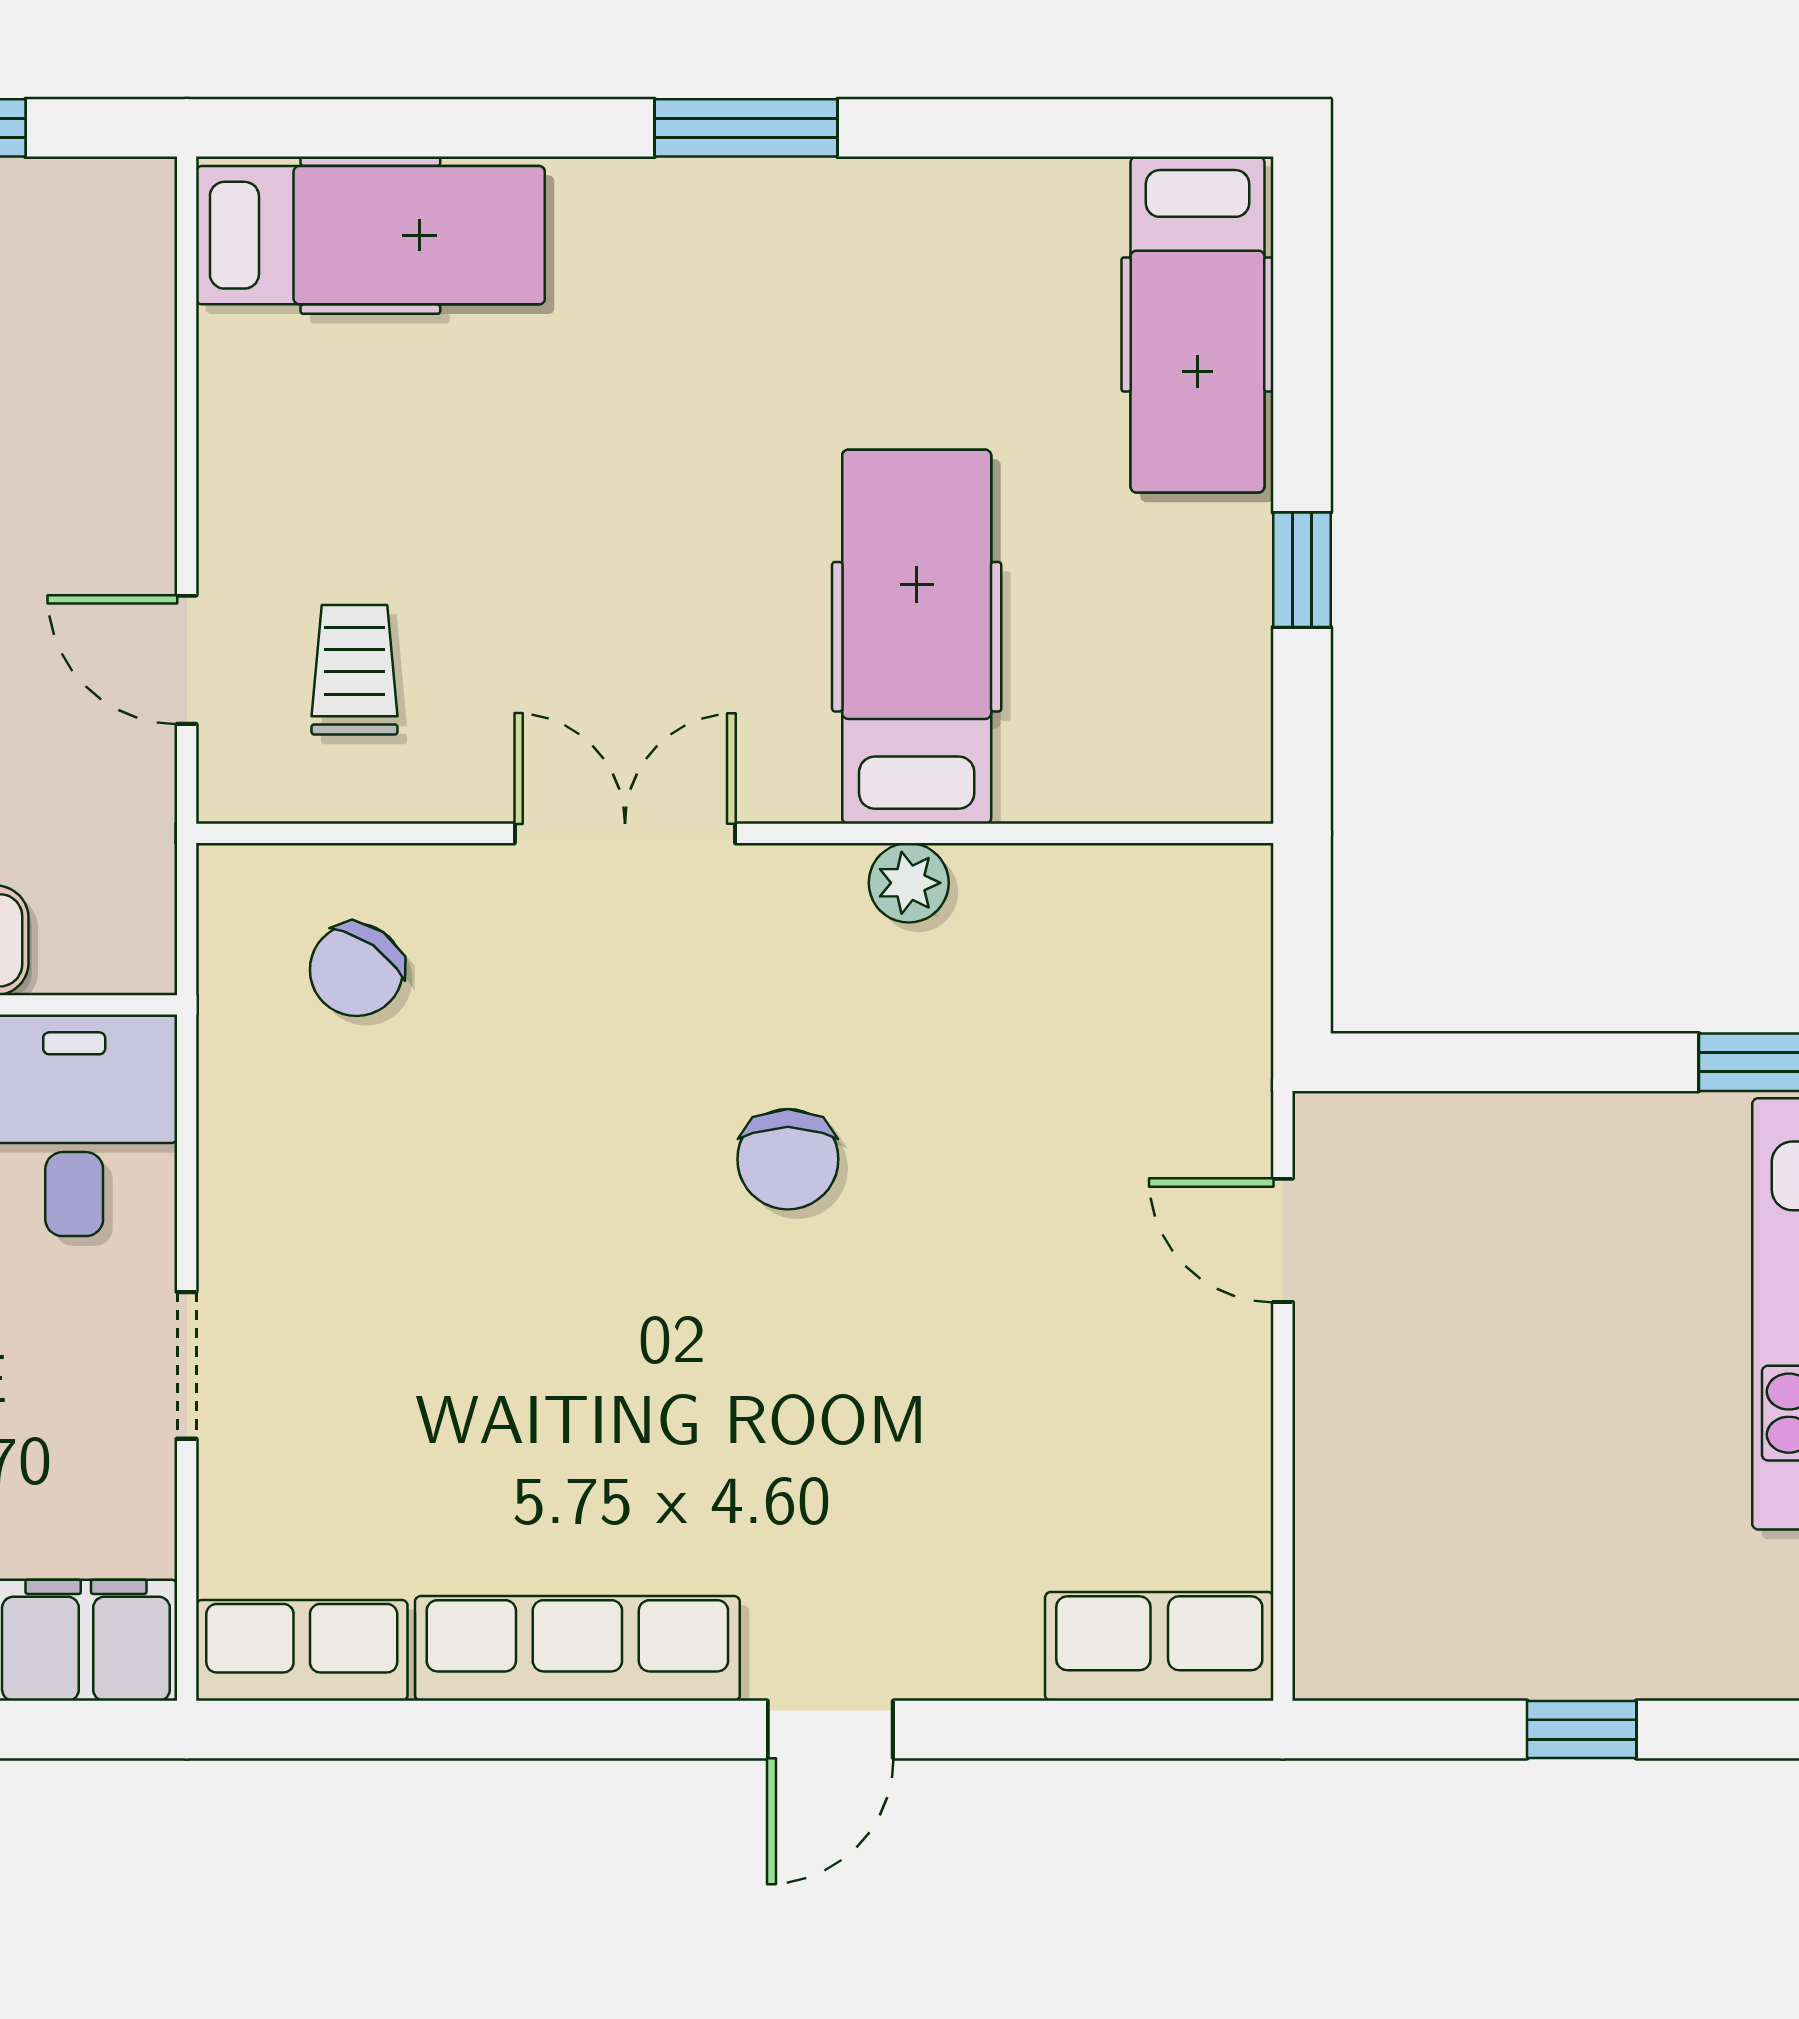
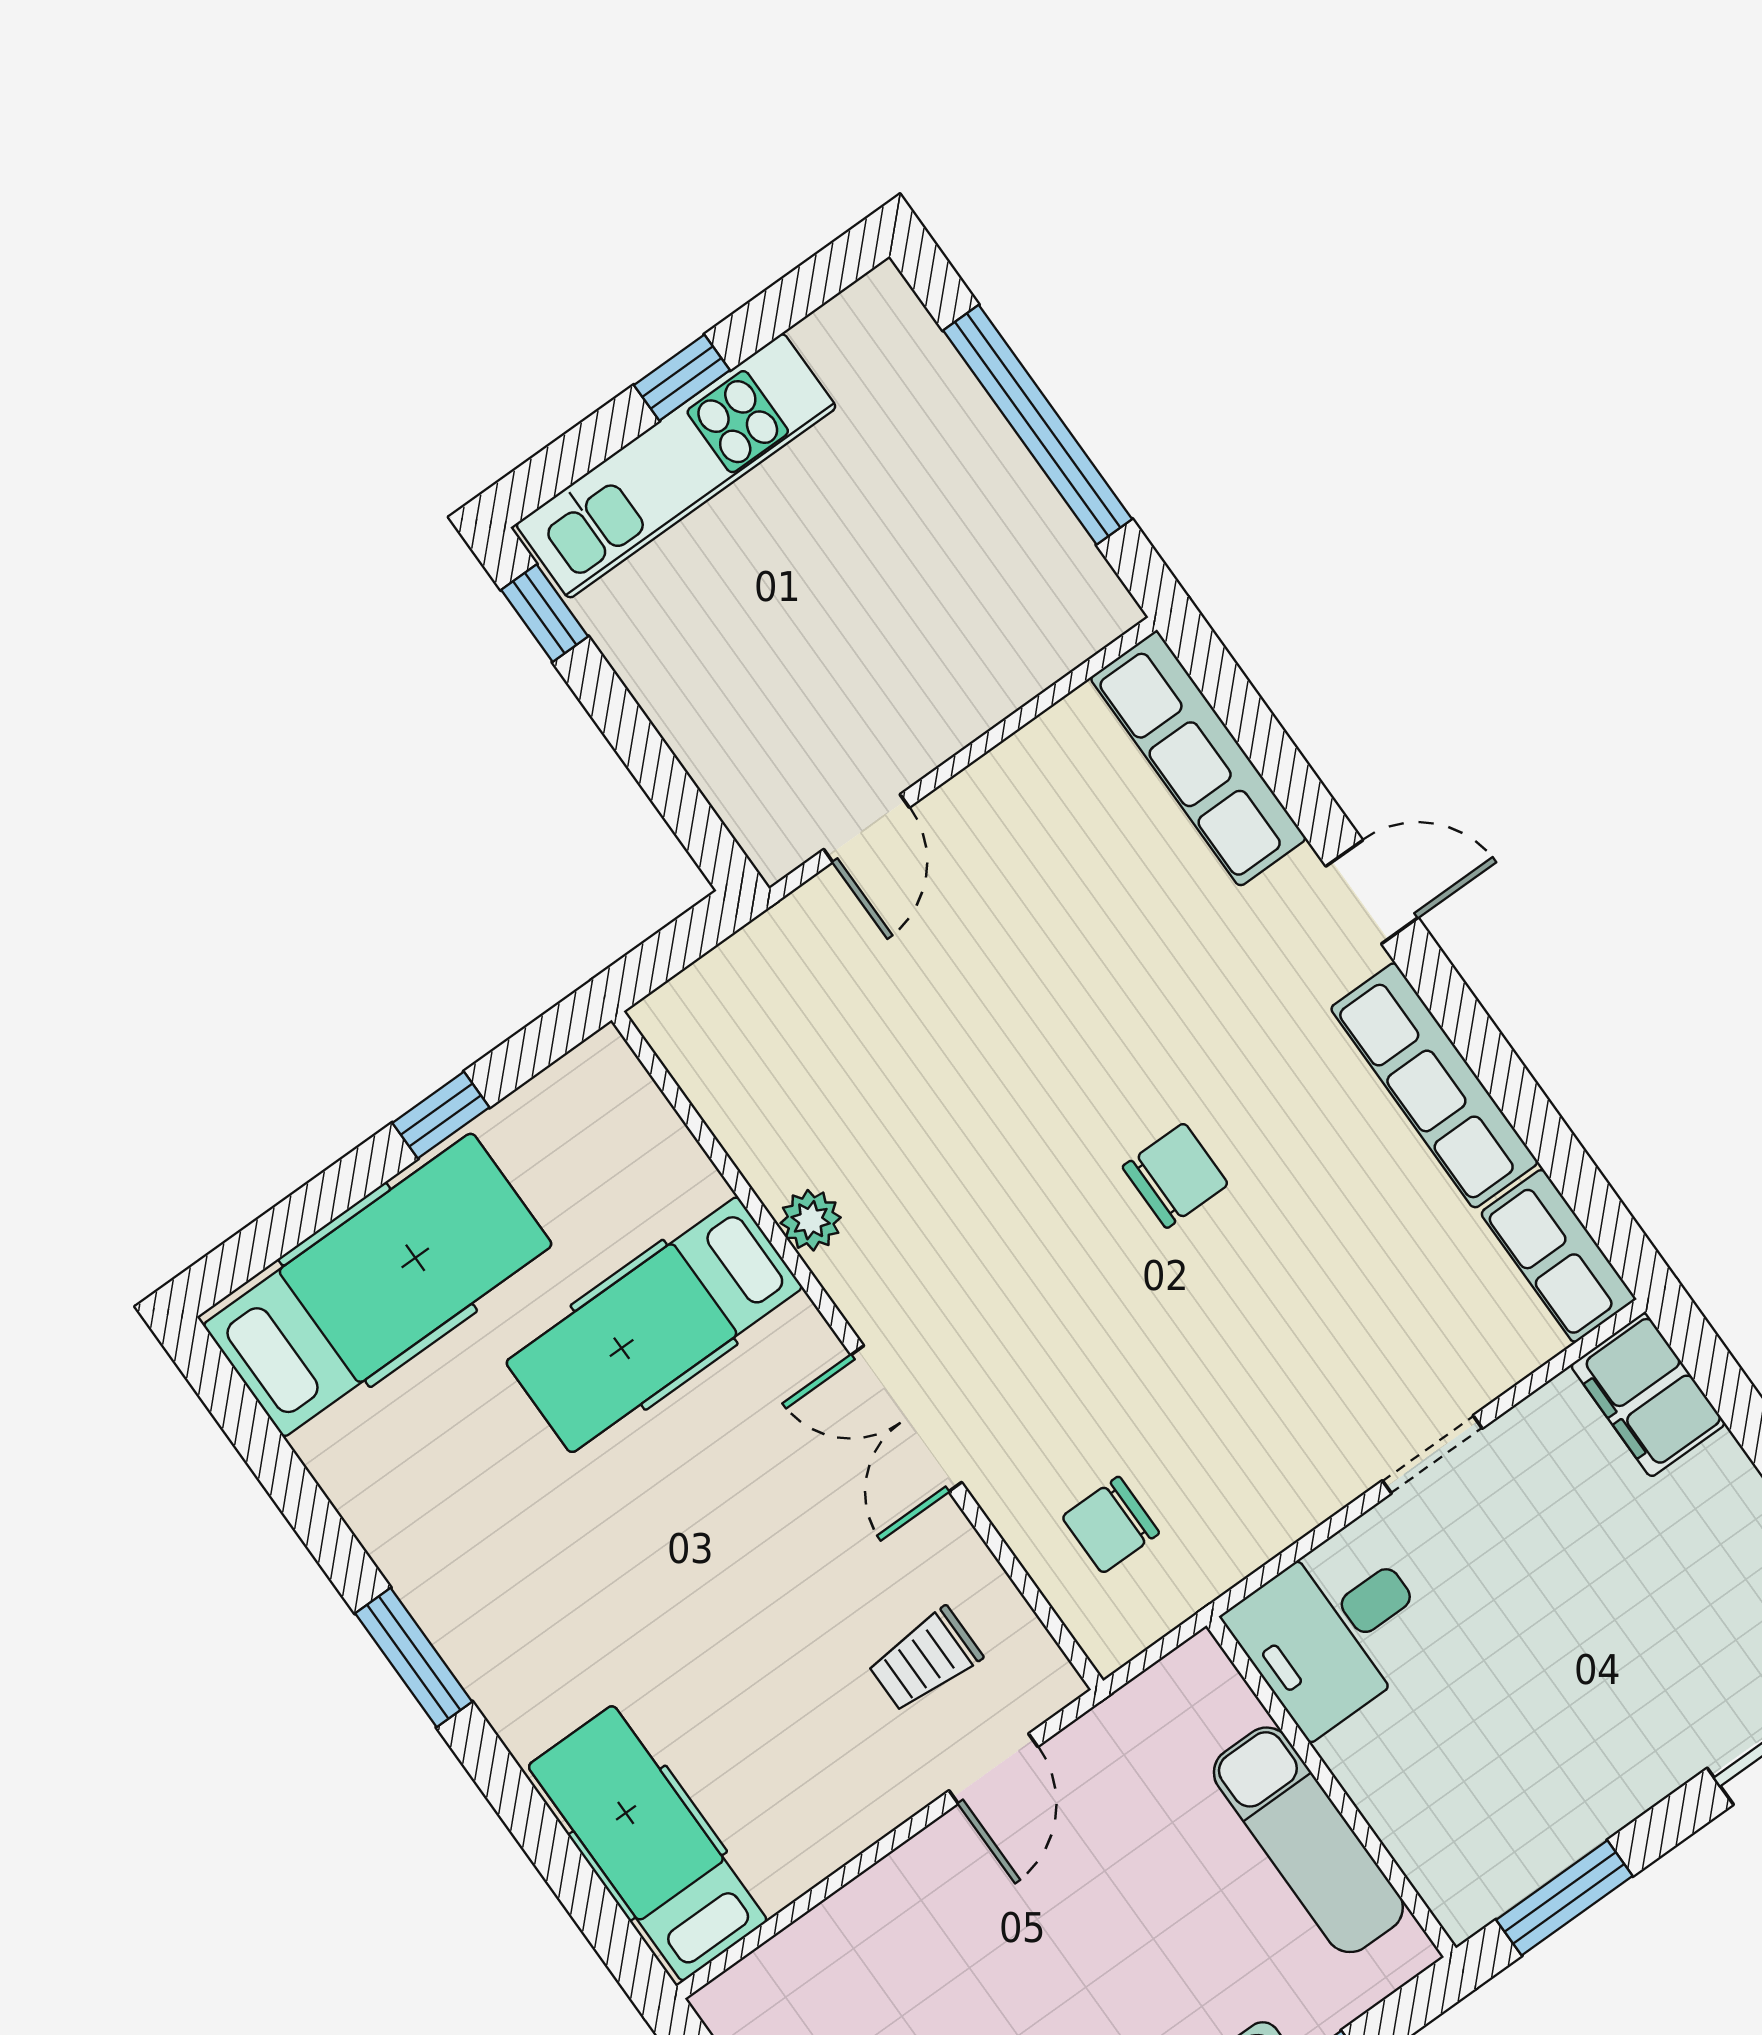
hospital bed: (1197, 325) -> (378, 1285), width x1.37, depth x1.29
chair: (356, 970) -> (1111, 1525), turned 145
chair: (788, 1159) -> (1175, 1175), moved
row of seats: (1159, 1646) -> (1198, 758), width x1.48
window: (1582, 1730) -> (1038, 425), width x3.17

